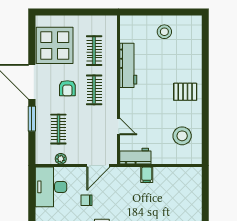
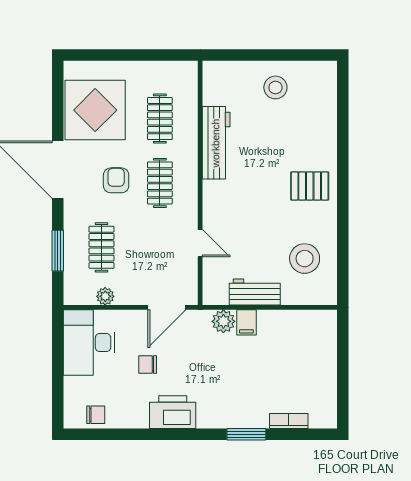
armchair: (67, 88) -> (116, 180), turned 180
window: (32, 119) -> (58, 251), moved
workbench: (135, 156) -> (255, 292), moved
plant: (133, 174) -> (223, 321), added

